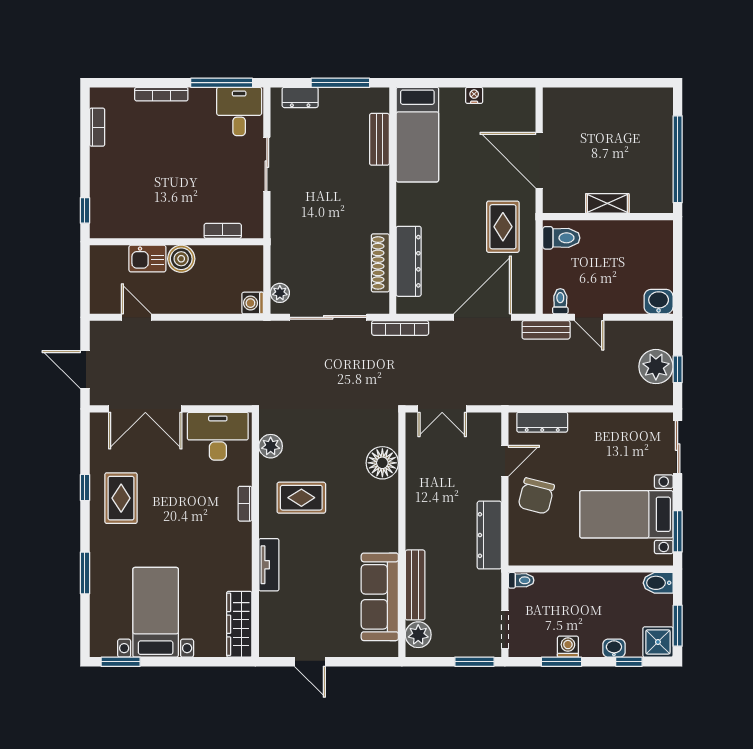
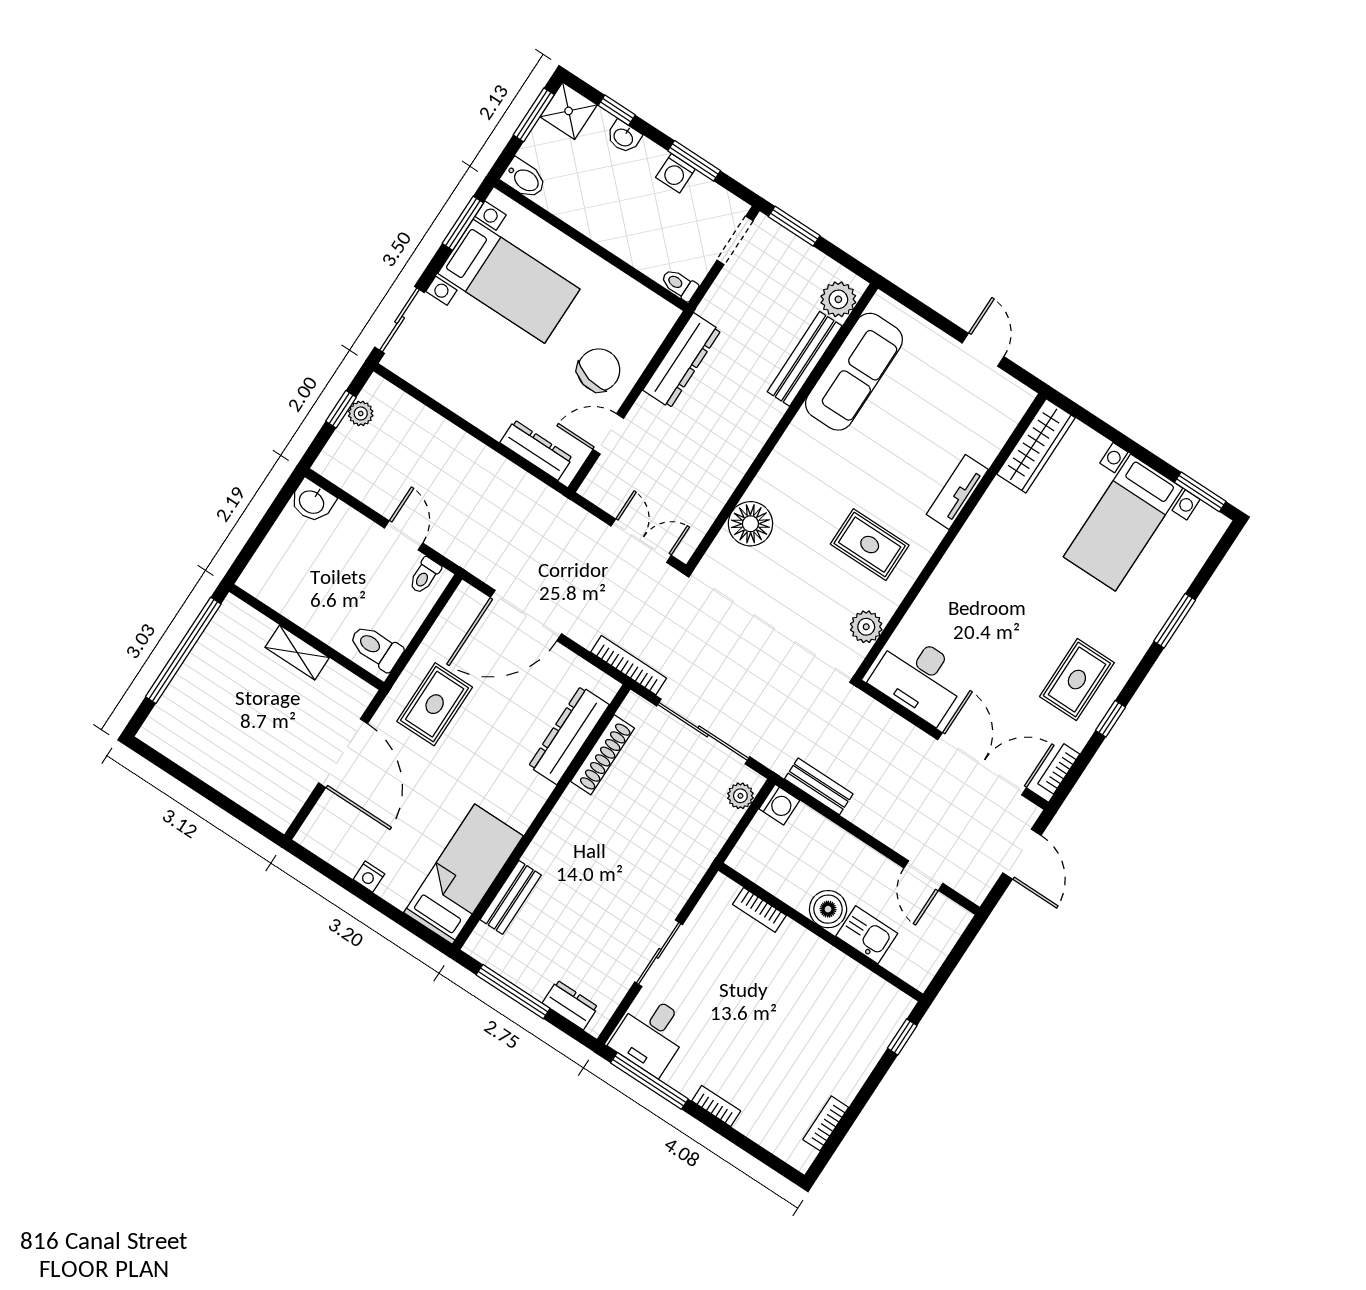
bookcase: (161, 94) -> (716, 1106), width x0.64
bench: (546, 330) -> (819, 786), moved
plant: (656, 367) -> (361, 413), width x0.53, depth x0.53
bookcase: (245, 504) -> (1059, 769), moved, turned 180

